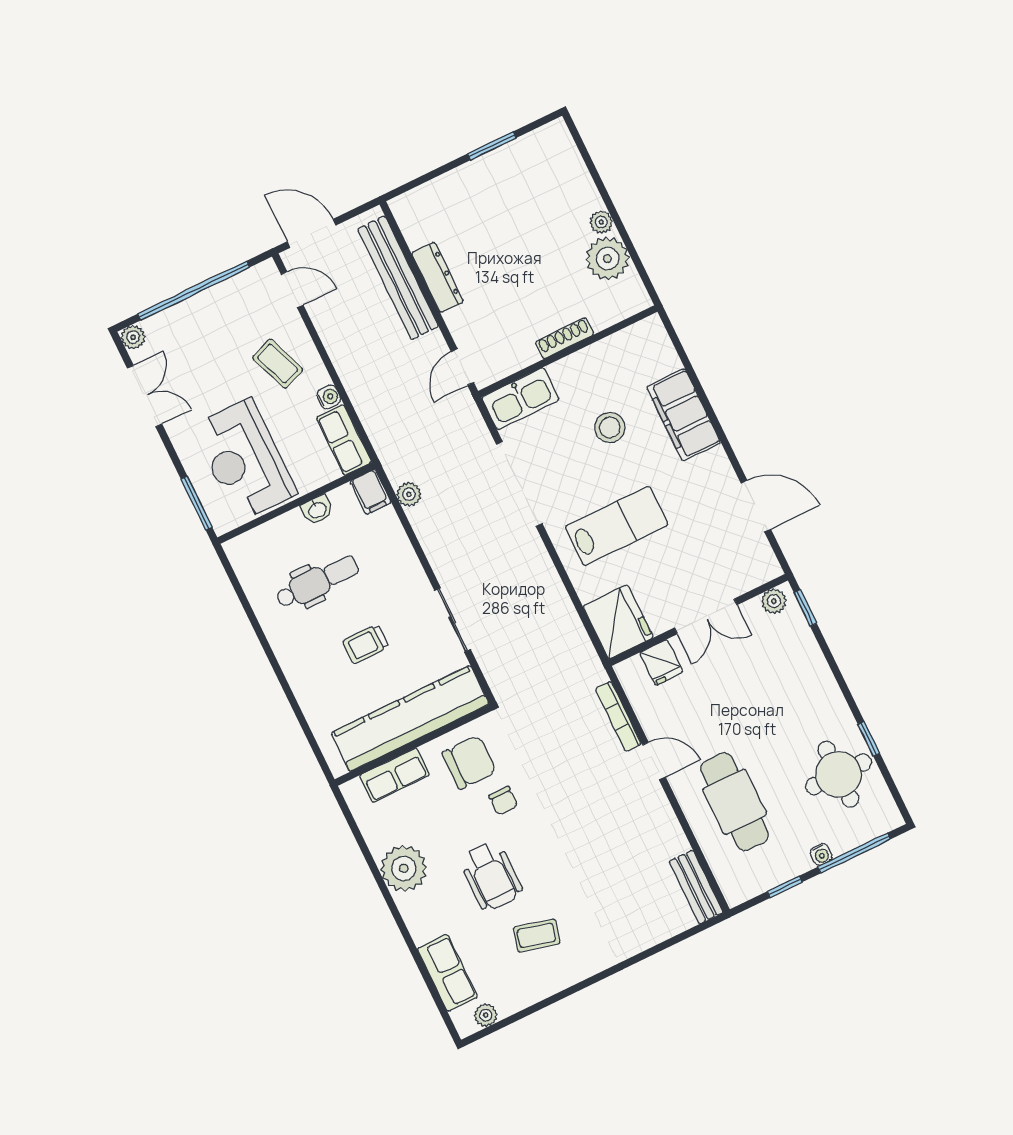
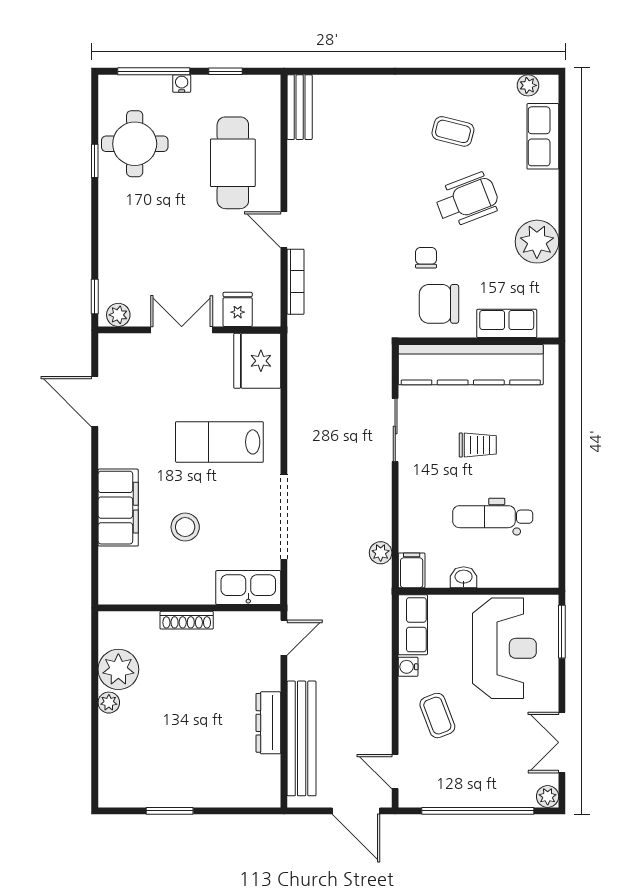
wheelchair: (491, 876) -> (467, 200), turned 69

